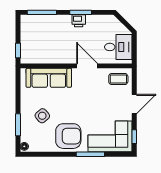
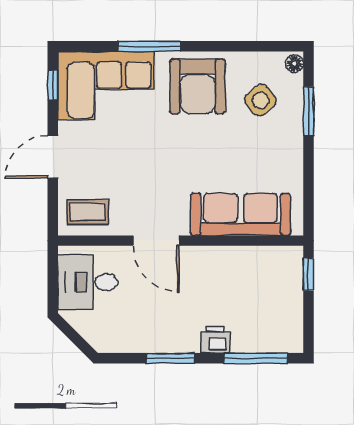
printer: (79, 21) -> (215, 340), moved
side table: (42, 116) -> (260, 100), moved
armchair: (68, 136) -> (198, 86), turned -90

